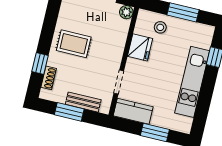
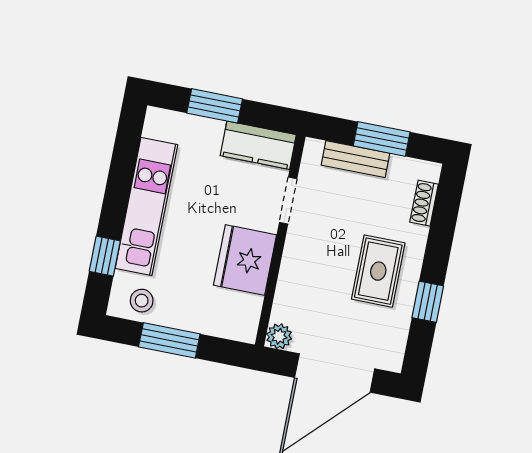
stool: (160, 27) -> (142, 301), moved
rug: (74, 44) -> (378, 271), turned 90
fridge: (140, 47) -> (245, 260), width x1.36, depth x1.34
window: (40, 64) -> (428, 302), moved

